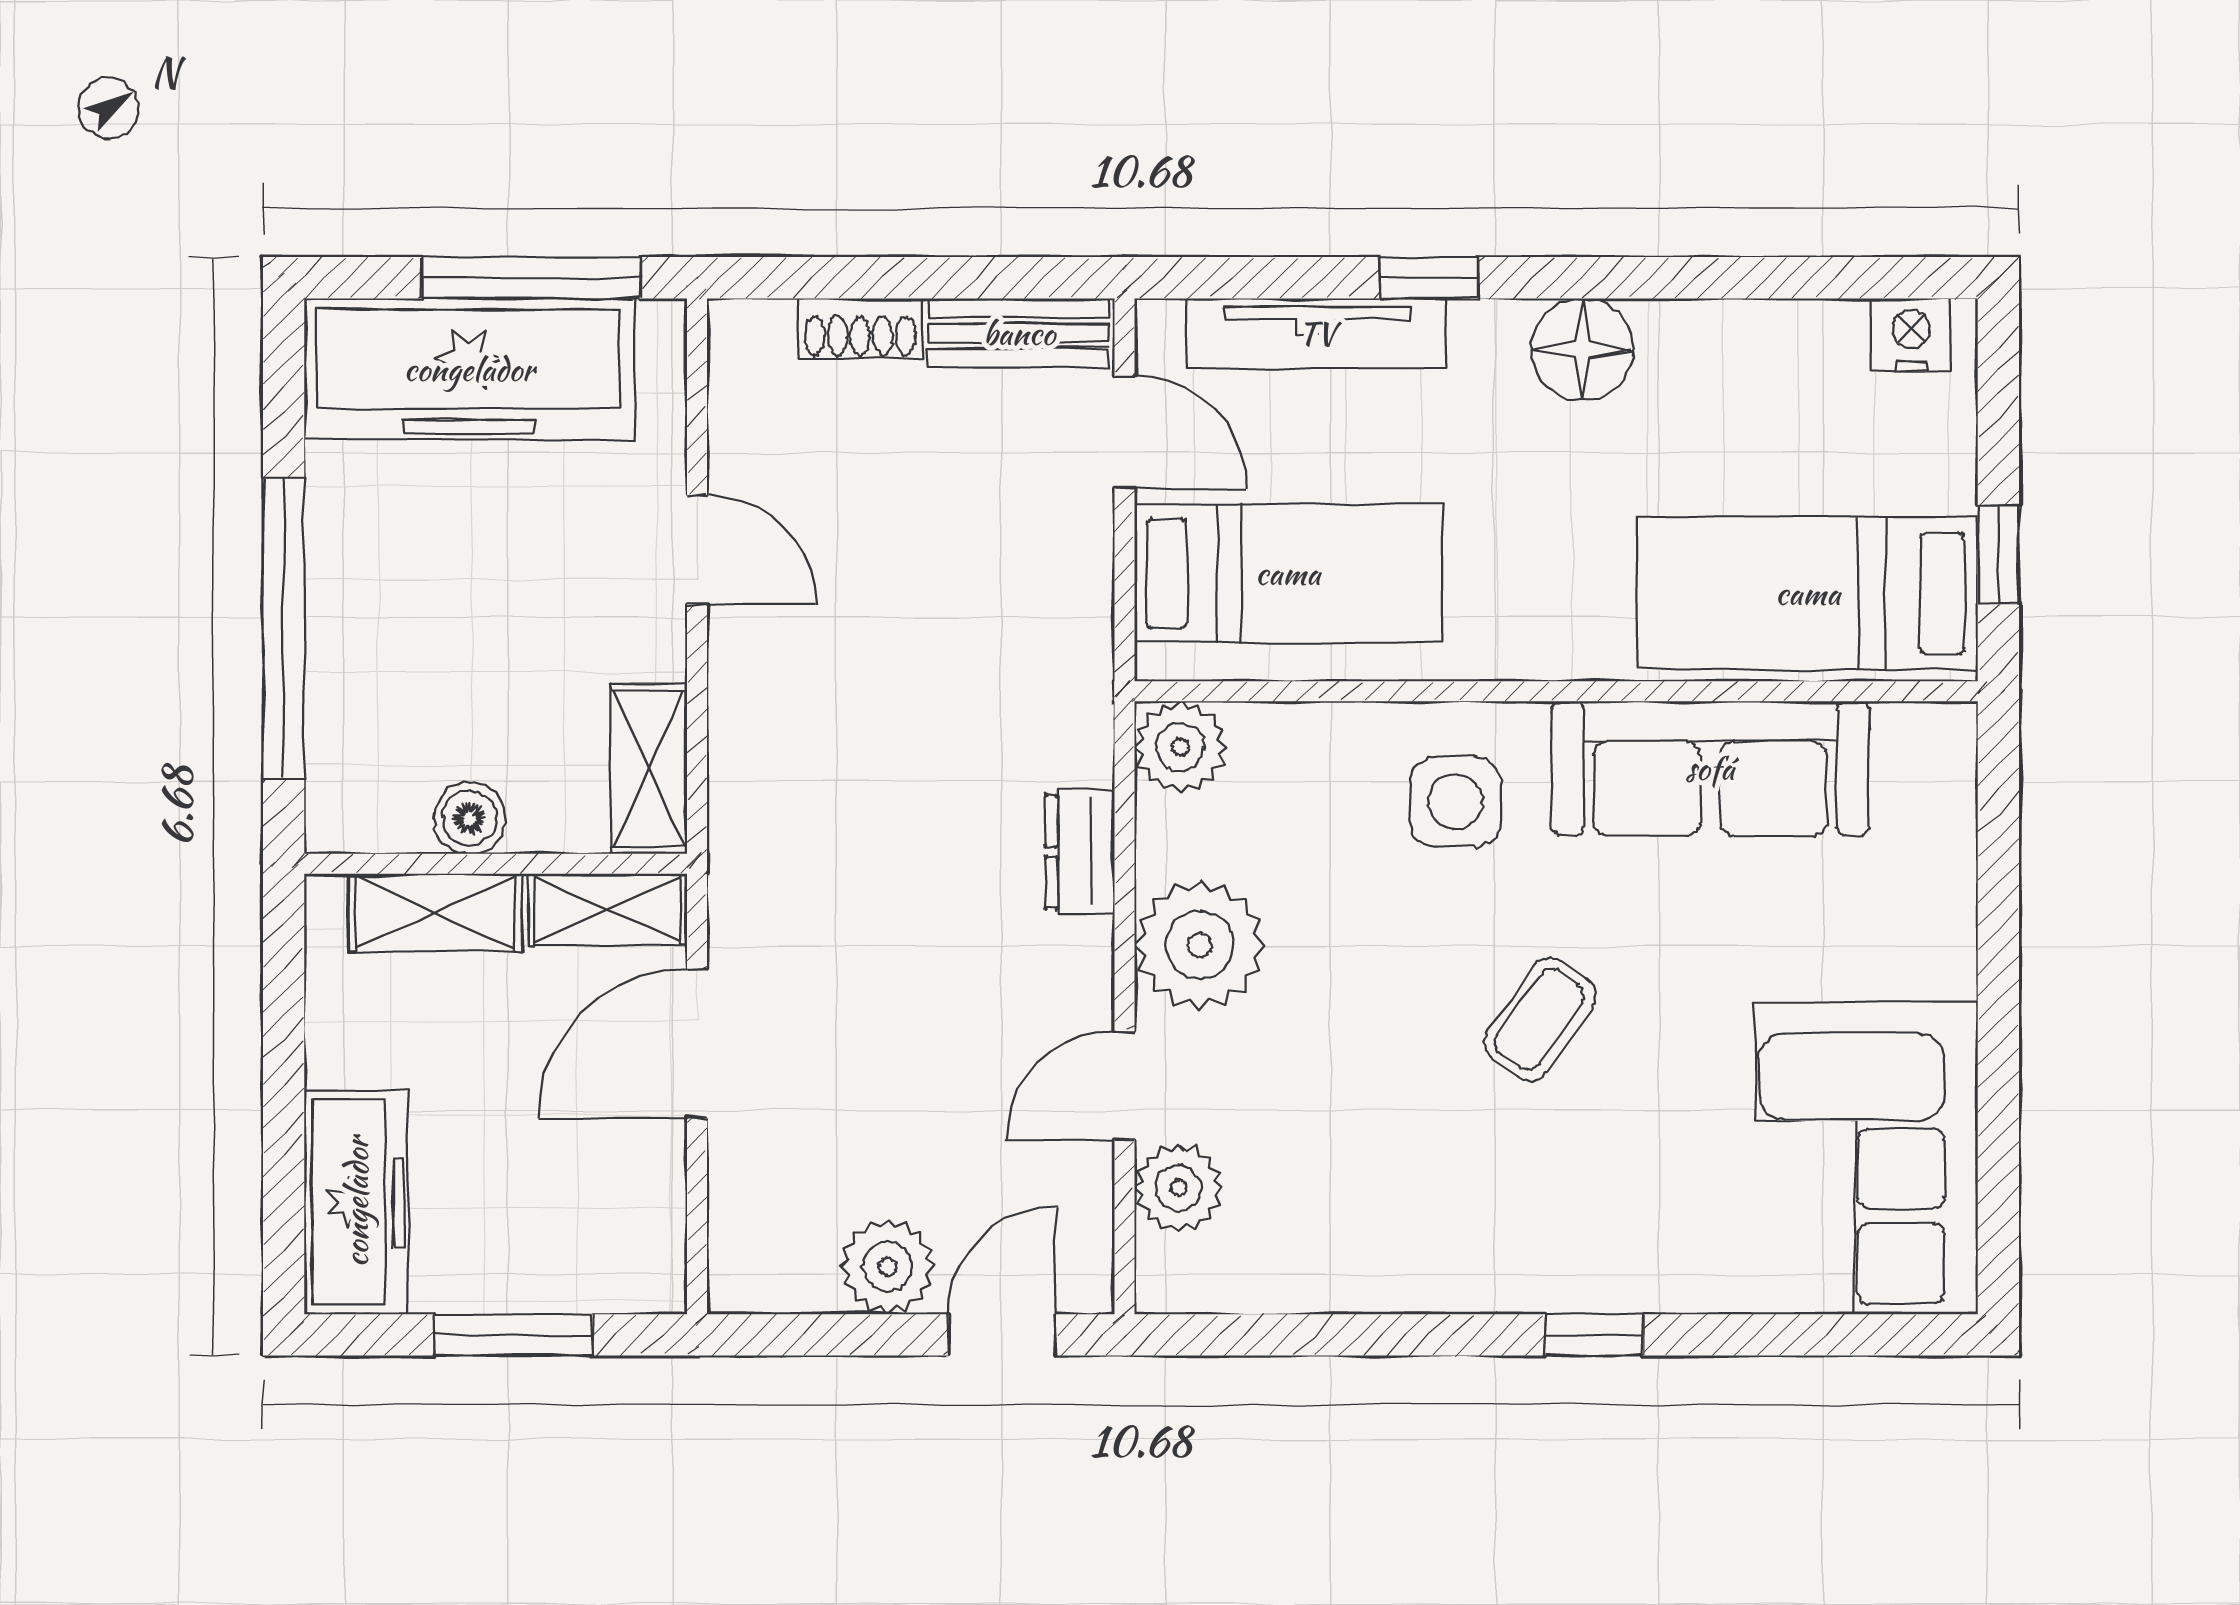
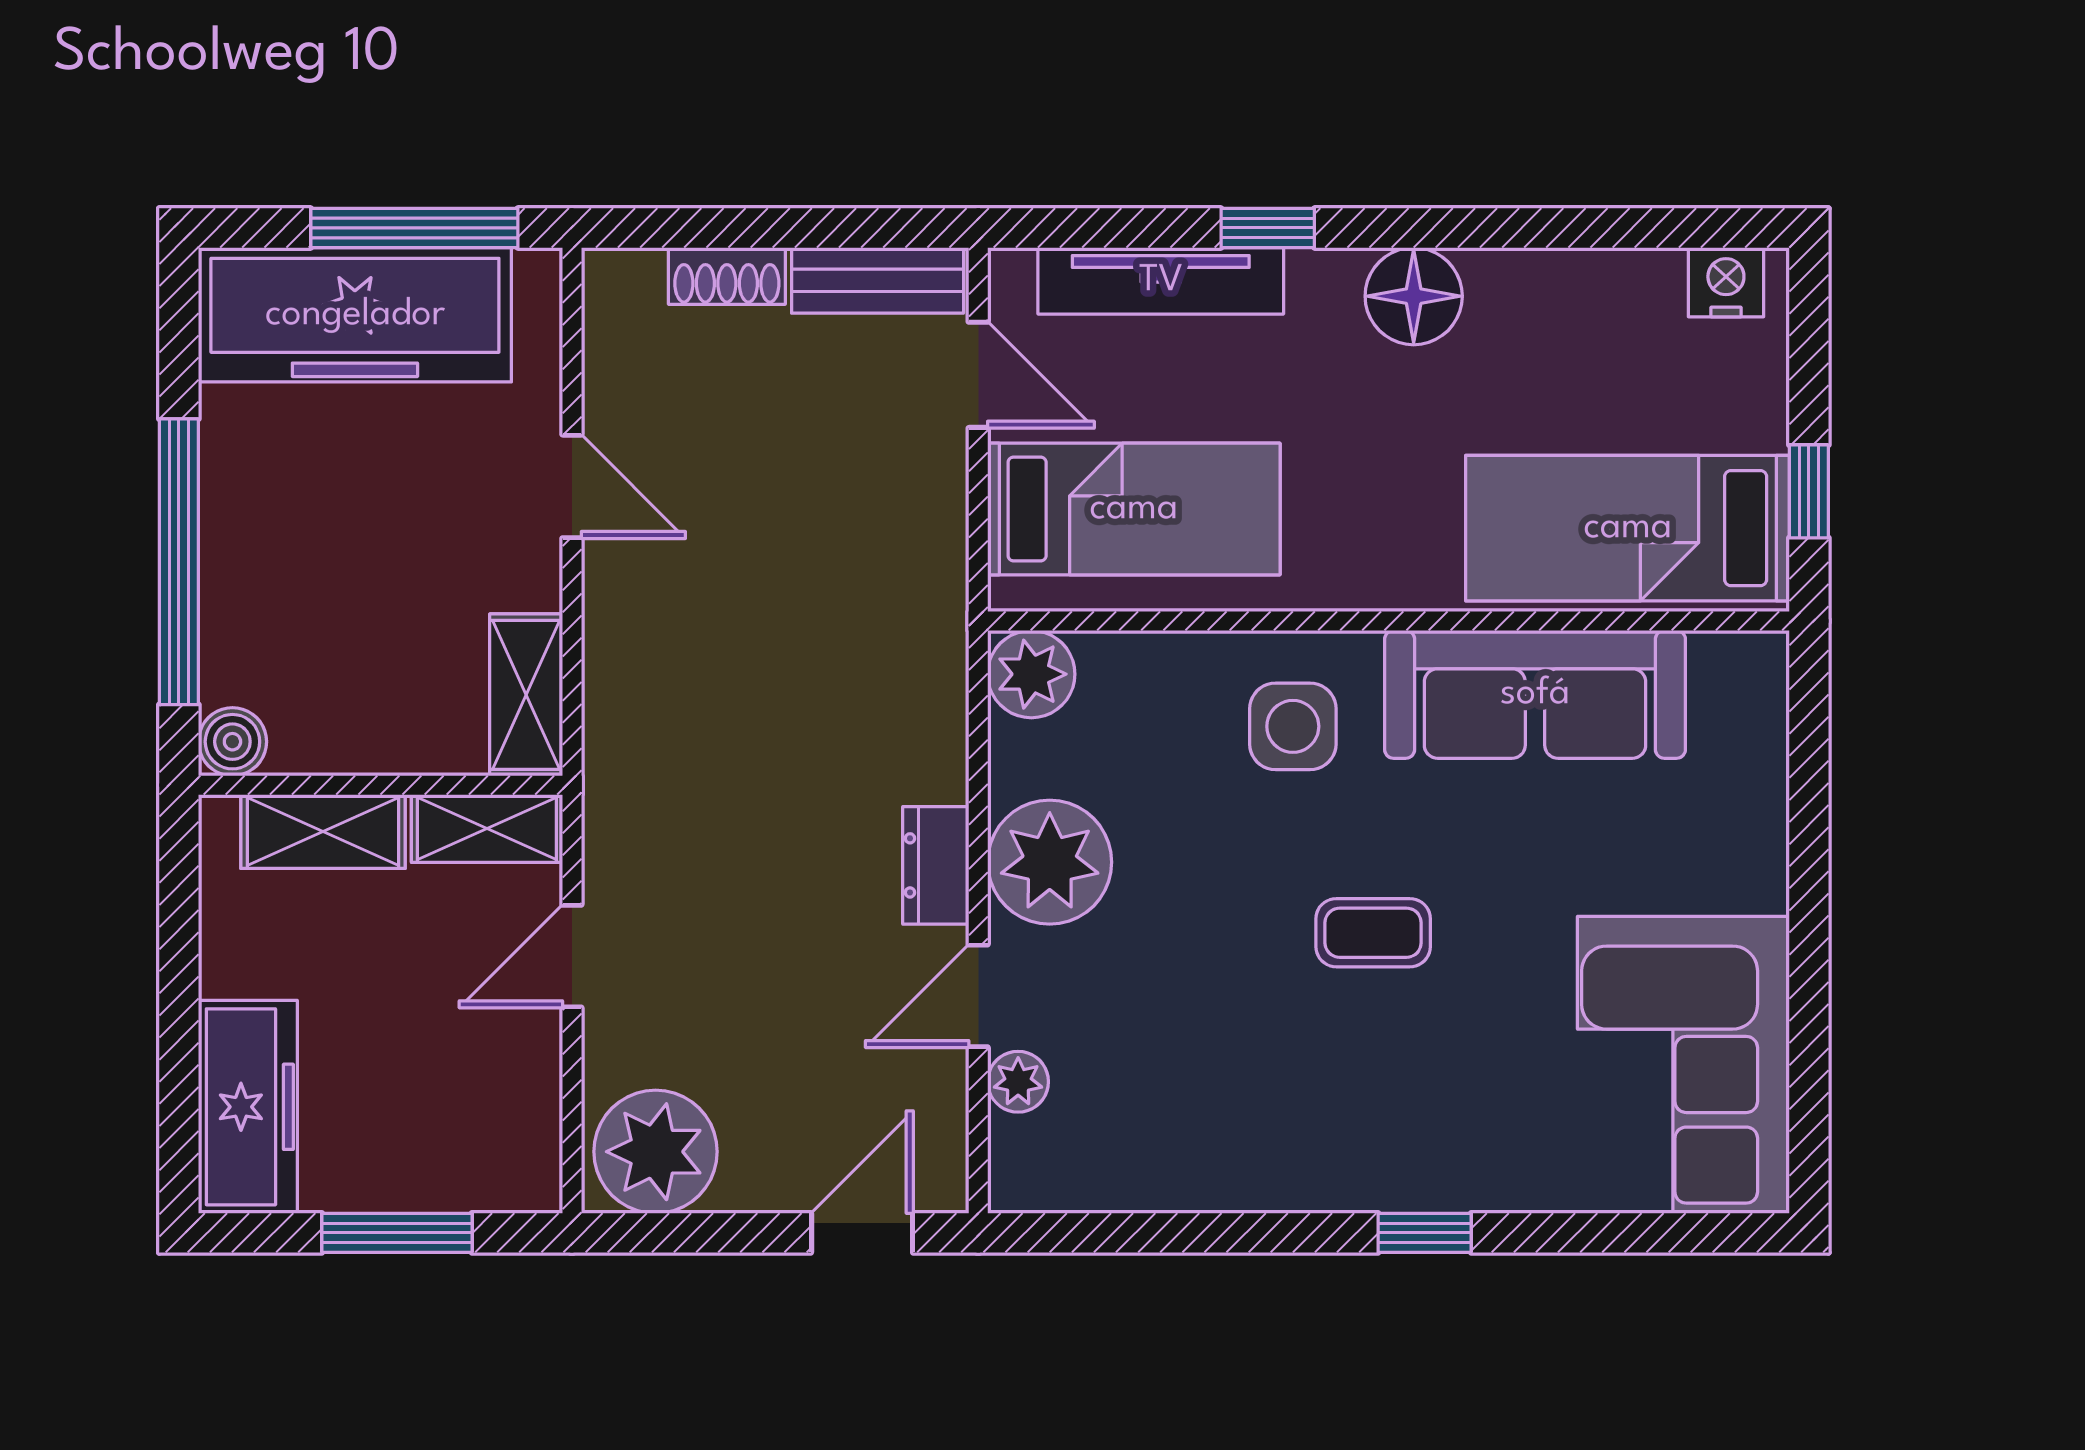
boiler: (469, 818) -> (232, 742), moved
dresser: (1080, 852) -> (936, 865), moved
coffee table: (1540, 1019) -> (1373, 933), turned 55
door: (697, 1044) -> (572, 956), width x0.73
plant: (1178, 1188) -> (1018, 1082), width x0.73, depth x0.73
plant: (888, 1267) -> (656, 1152), moved, width x1.36, depth x1.36

